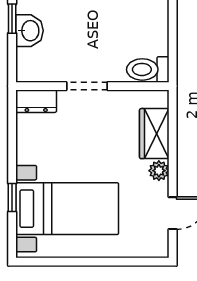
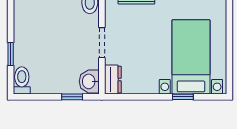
window: (12, 19) -> (72, 97), moved
washbasin: (30, 31) -> (89, 81), moved, turned -90

